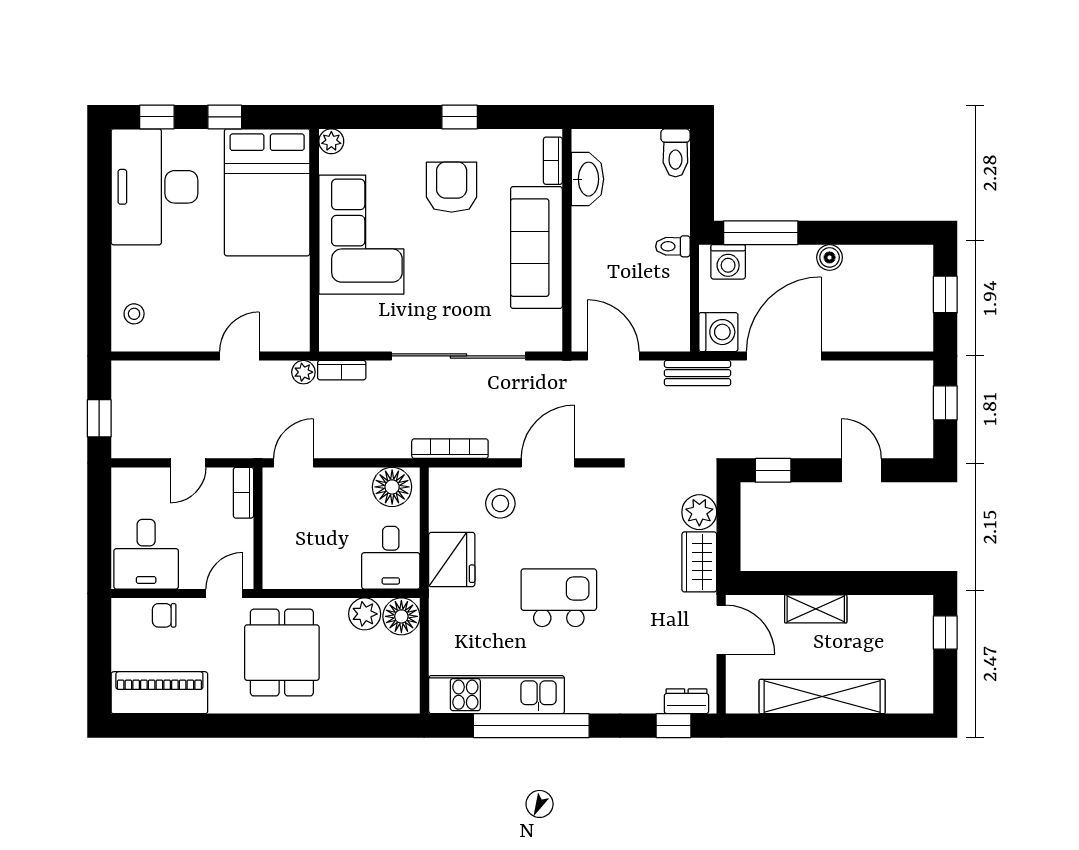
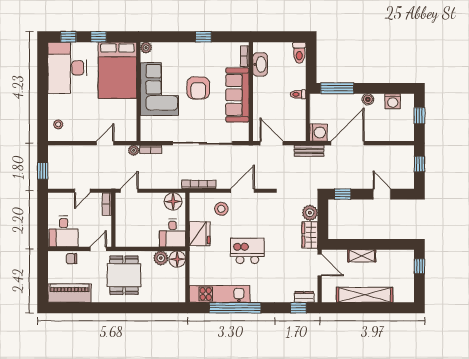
armchair: (452, 187) -> (198, 88), moved, turned 180
washing machine: (728, 262) -> (393, 101), moved

